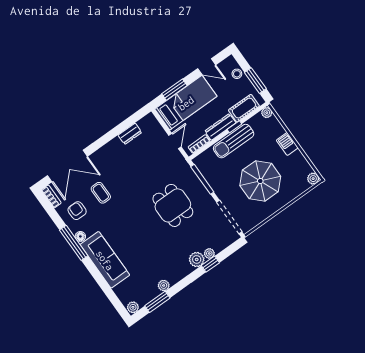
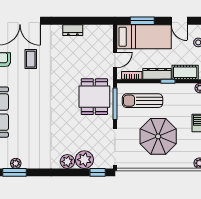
dresser: (130, 134) -> (73, 30), moved
sun lounger: (234, 141) -> (142, 101), moved
dining table: (173, 205) -> (94, 97), moved
plant: (209, 253) -> (84, 160), width x1.88, depth x1.88
window: (210, 264) -> (98, 172), moved
plant: (164, 285) -> (16, 163), moved

